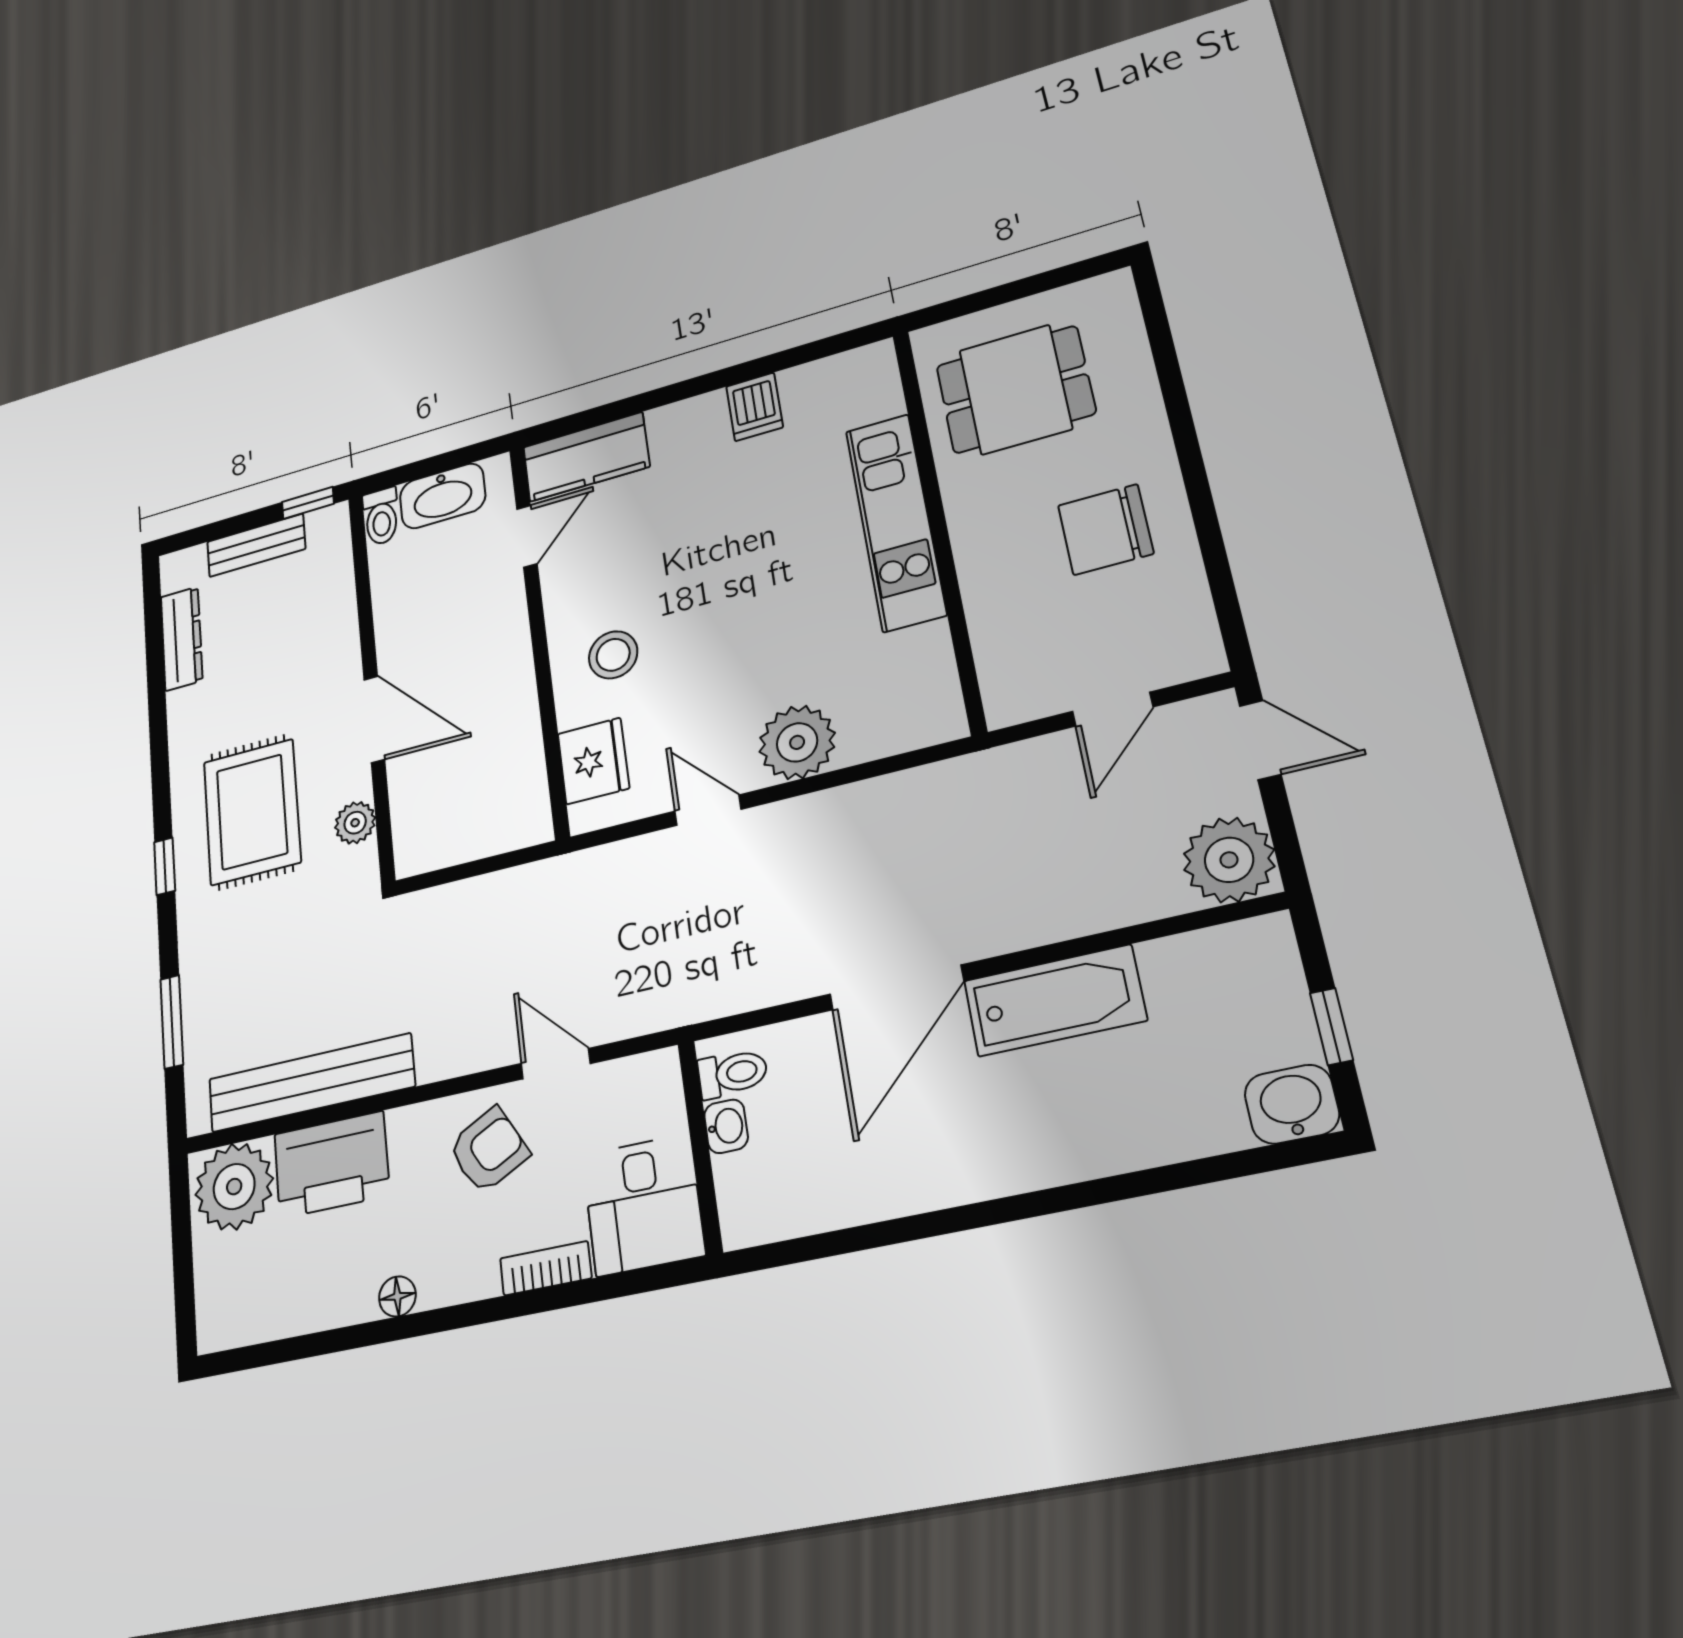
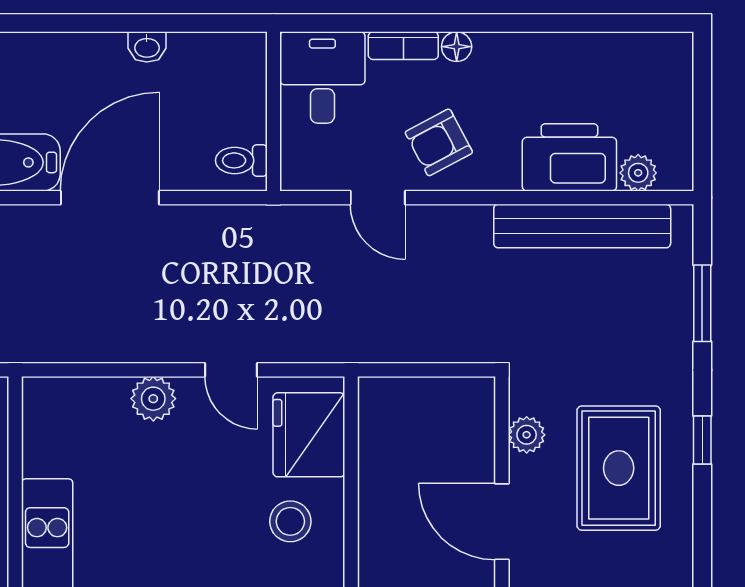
plant: (797, 742) -> (153, 399), width x0.73, depth x0.73
fridge: (593, 761) -> (309, 435), width x1.36, depth x1.34
washbasin: (726, 1126) -> (147, 47), moved, turned -90
plant: (234, 1187) -> (638, 173), width x0.53, depth x0.53
floor lamp: (397, 1296) -> (457, 47), moved

